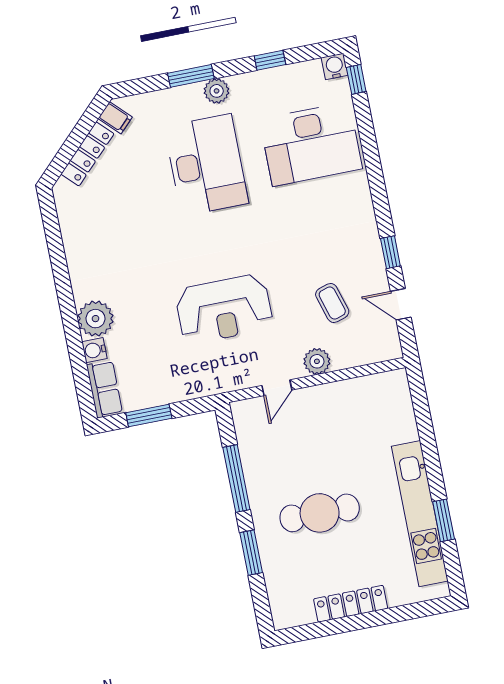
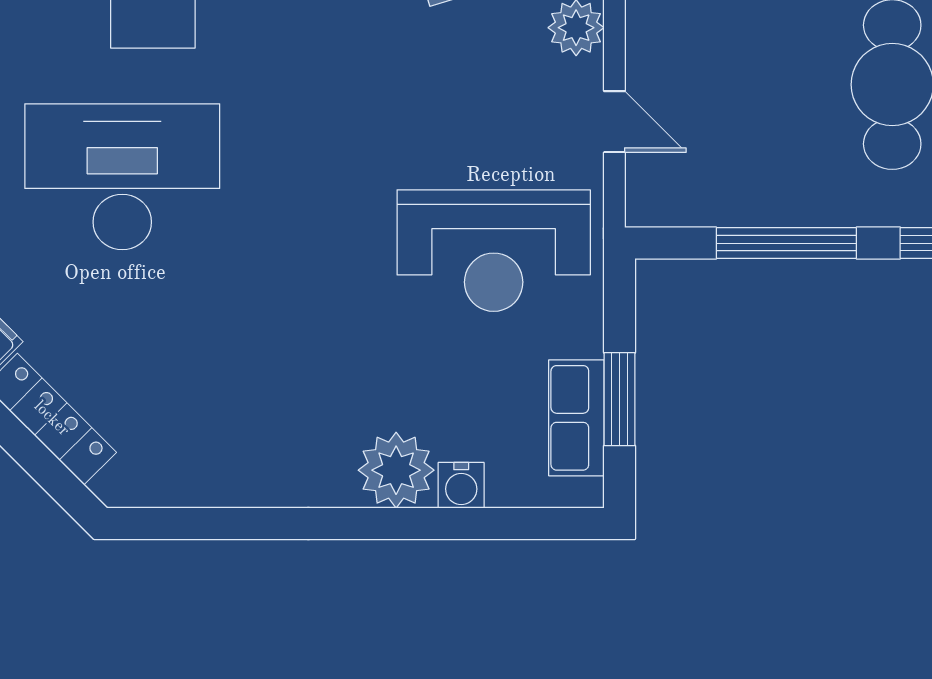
reception desk: (224, 309) -> (494, 251), moved, turned 90
row of seats: (104, 389) -> (576, 418), moved, turned -90

